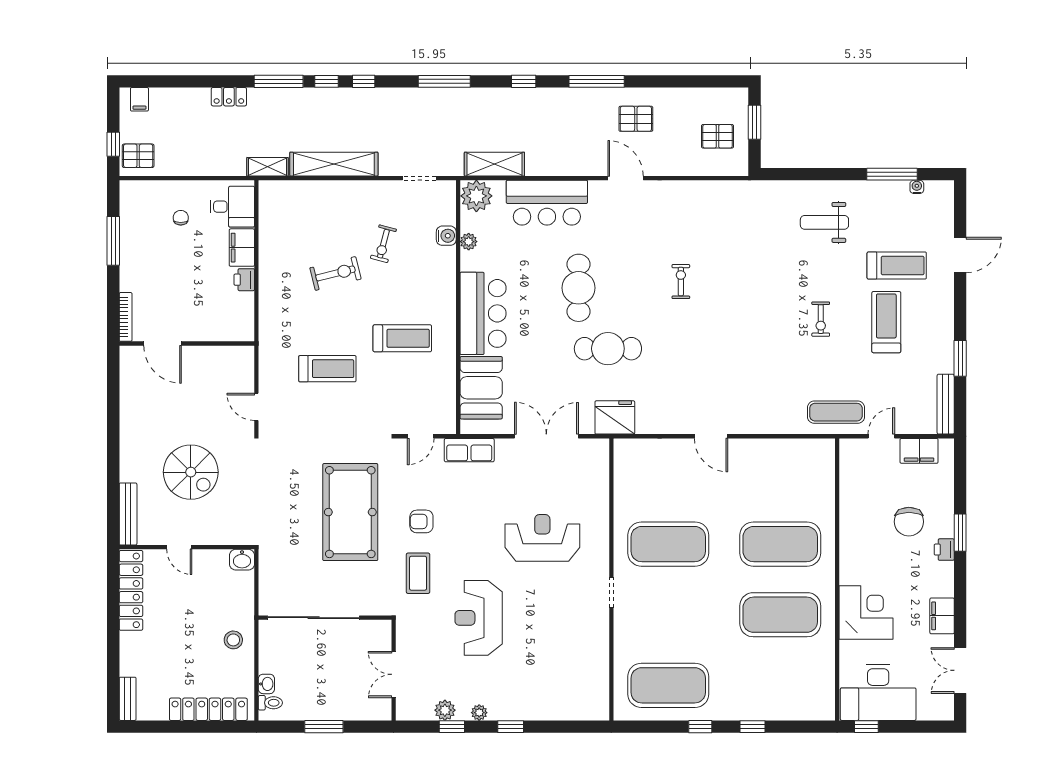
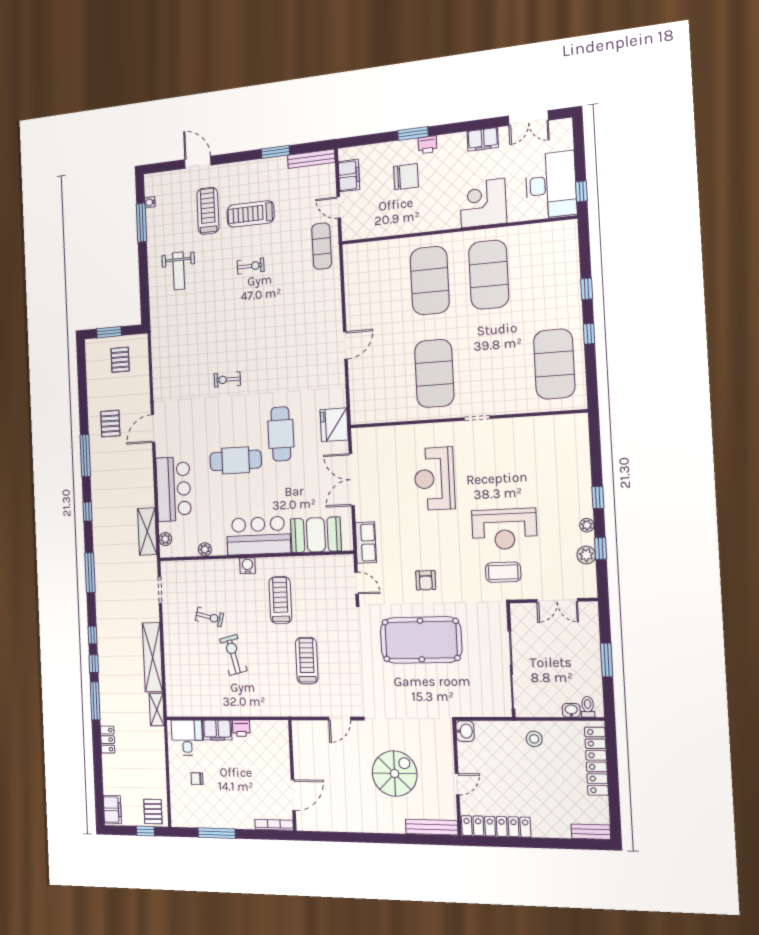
filing cabinet: (139, 99) -> (112, 810), width x2.00
plant: (476, 196) -> (165, 539), width x0.53, depth x0.53
water cooler: (446, 236) -> (247, 566), moved
coffee table: (418, 573) -> (503, 572), moved

